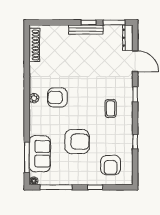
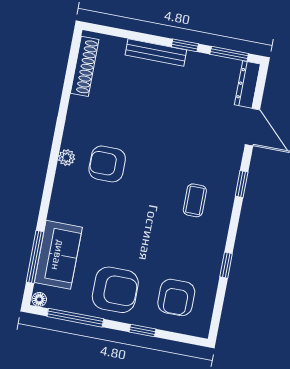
bench: (86, 30) -> (156, 52), moved
armchair: (77, 142) -> (115, 290), moved

